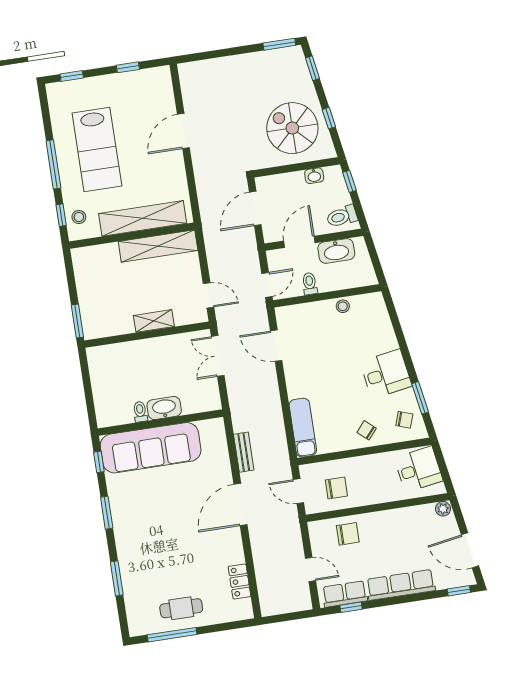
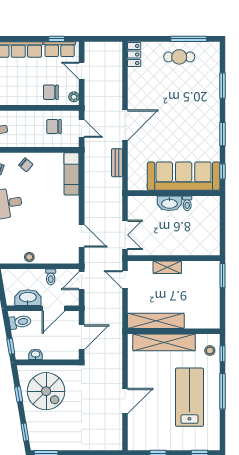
plant: (316, 532) -> (74, 97), added
locker: (240, 581) -> (134, 54), moved

